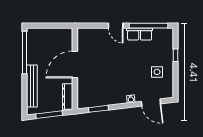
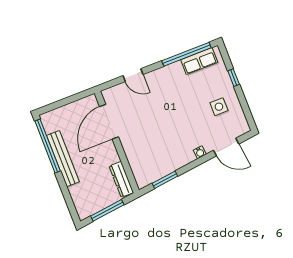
door: (116, 26) -> (133, 75), moved
row of seats: (140, 34) -> (199, 61), moved
door: (75, 64) -> (109, 122), moved
bench: (32, 86) -> (63, 159), moved

